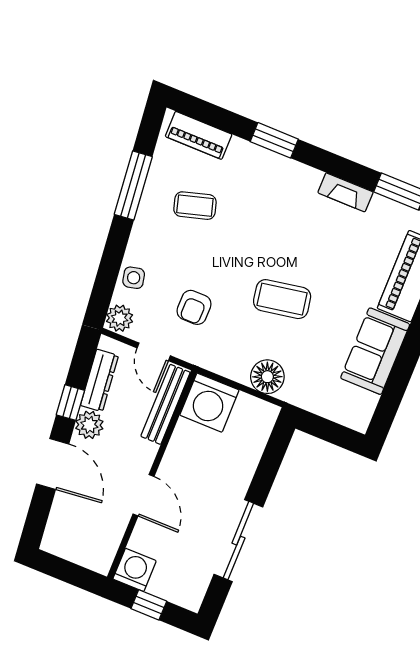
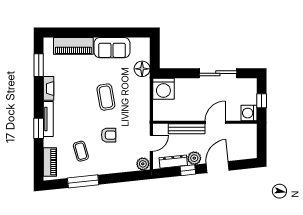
tv unit: (285, 167) -> (48, 119), added
side table: (134, 278) -> (123, 165), removed
armchair: (194, 307) -> (109, 135), moved
floor lamp: (267, 377) -> (142, 69), moved
washing machine: (209, 403) -> (163, 89), moved, turned 90
bench: (165, 404) -> (187, 129), moved

